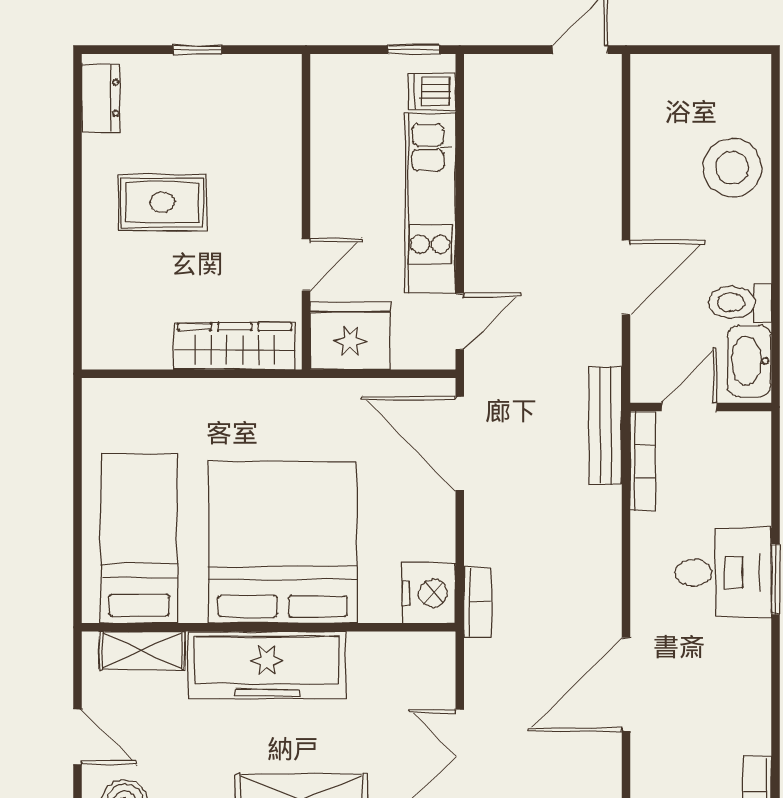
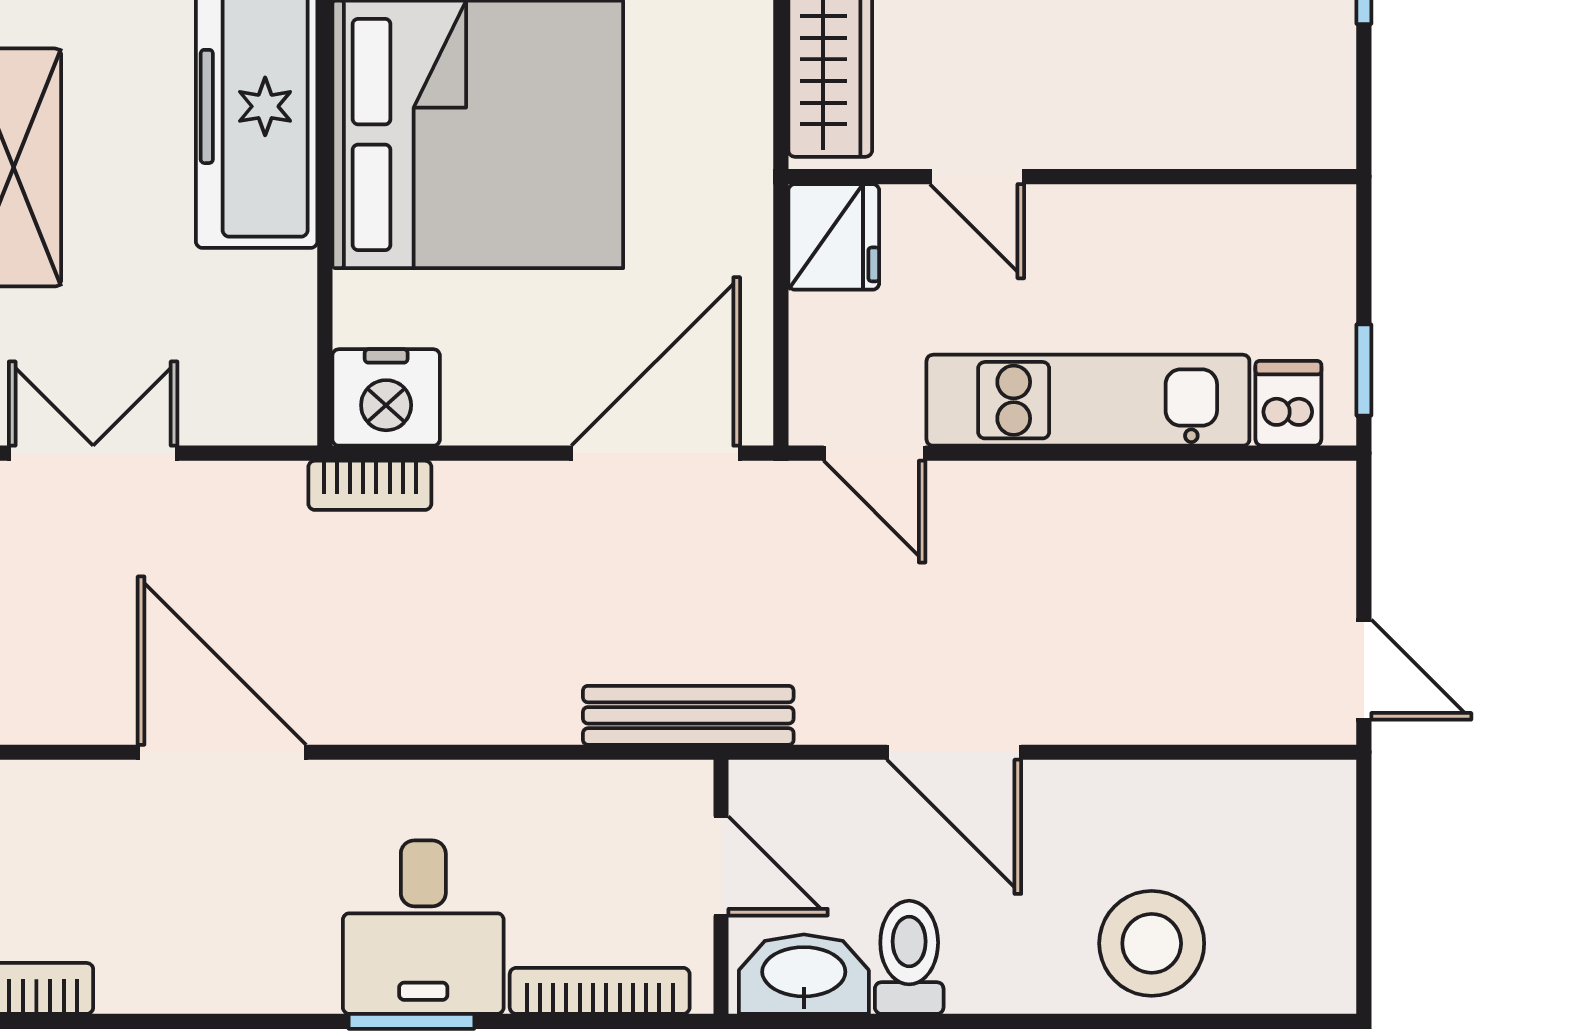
fridge: (350, 336) -> (834, 237), width x0.73, depth x0.75
bookcase: (643, 461) -> (600, 991), moved, turned 180

